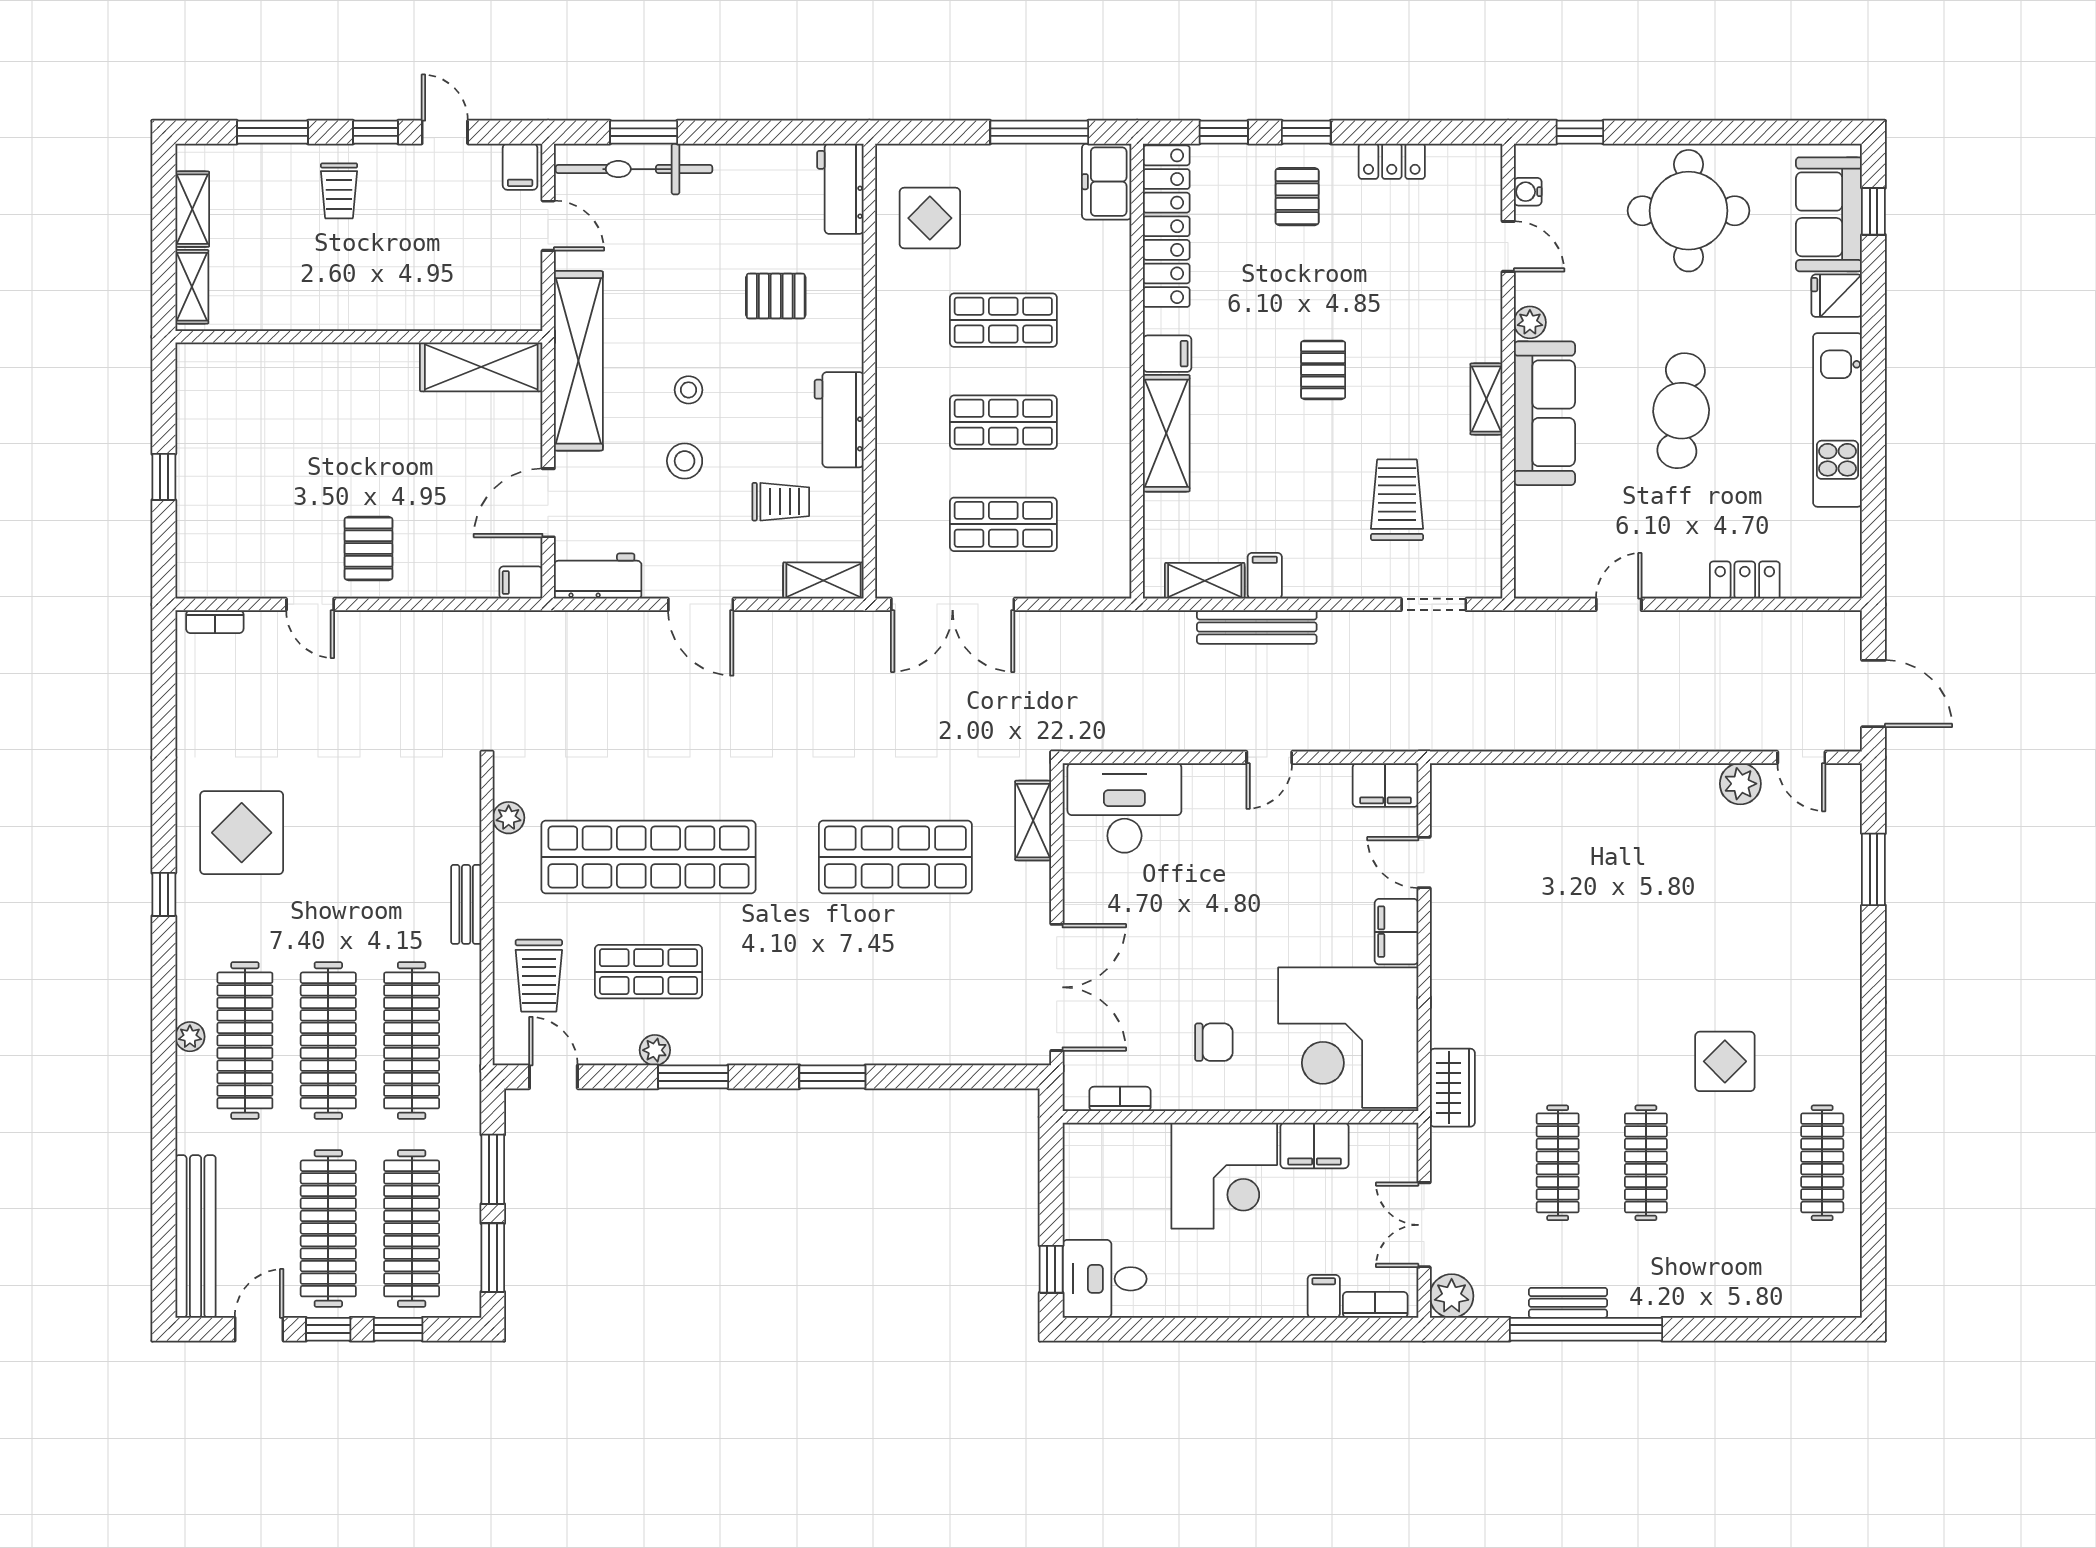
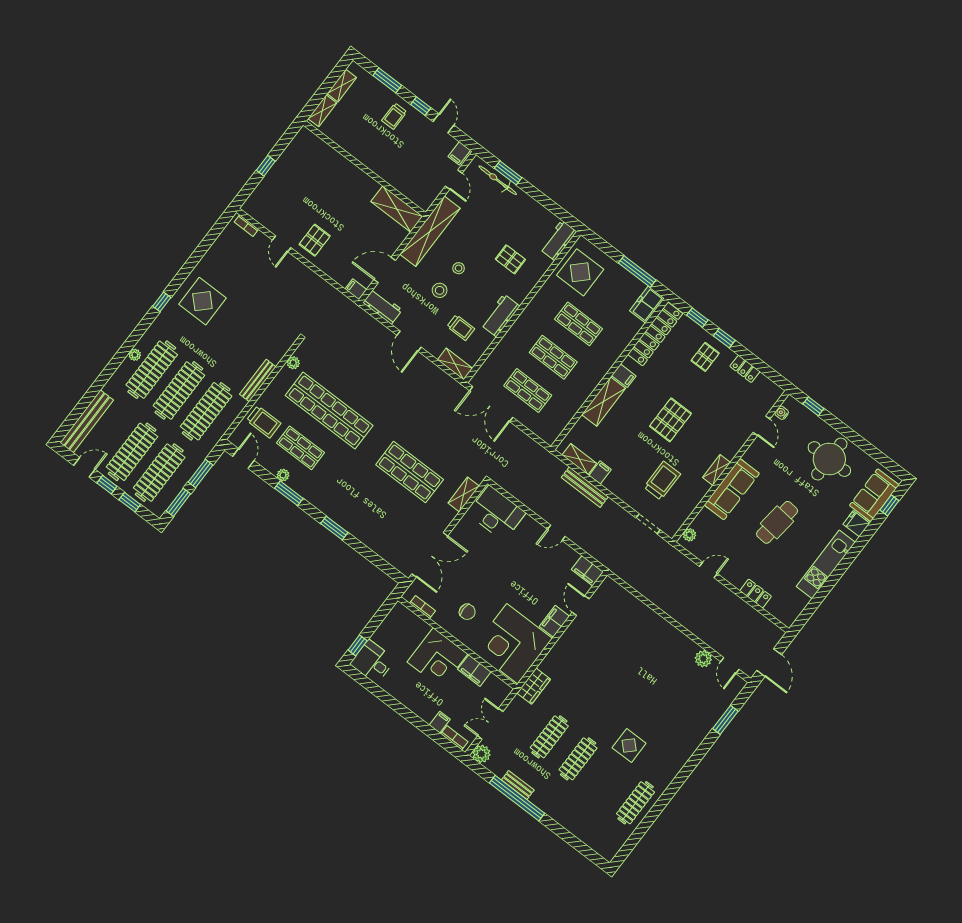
bicycle: (634, 169) -> (498, 180), width x0.73, depth x0.71
display table: (930, 218) -> (580, 272), width x1.36, depth x1.36
plant: (1530, 322) -> (689, 535), moved
pallet: (1323, 370) -> (670, 420), width x1.50, depth x1.42
bench: (466, 904) -> (258, 380), width x1.36
trolley: (539, 976) -> (264, 422), turned -90

